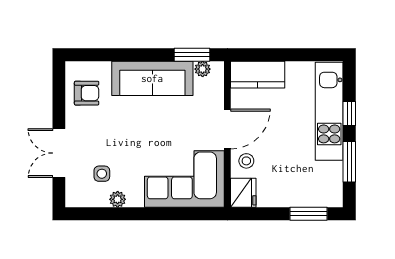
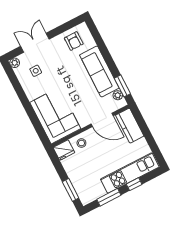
door: (227, 129) -> (102, 120), moved
plant: (118, 199) -> (15, 63), moved

